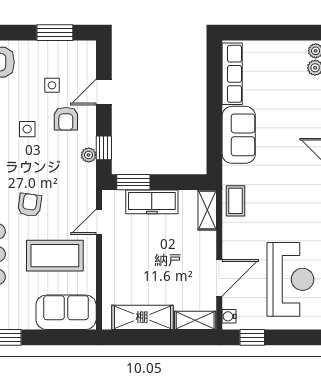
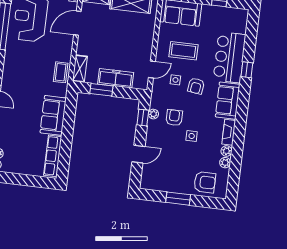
window: (55, 33) -> (178, 199), moved
side table: (52, 85) -> (175, 80), moved
armchair: (66, 119) -> (174, 118), moved
window: (133, 182) -> (101, 90), moved
coffee table: (55, 256) -> (183, 51), width x0.73, depth x0.76

